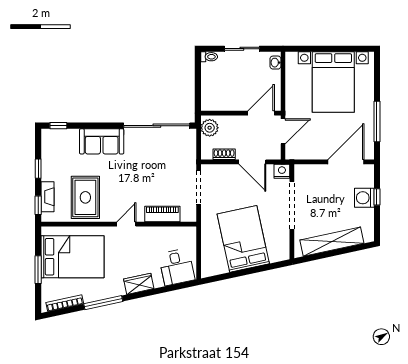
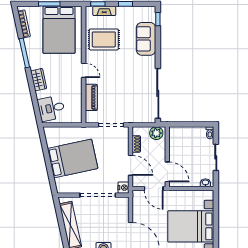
sofa: (102, 141) -> (146, 39), moved
door: (252, 162) -> (131, 165), swing flipped

